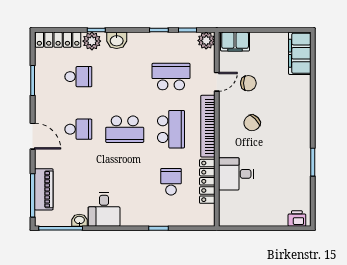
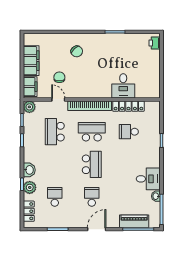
locker: (58, 40) -> (29, 211), width x0.66
filing cabinet: (300, 53) -> (31, 61), moved, turned -90
chair: (252, 123) -> (77, 51), moved

